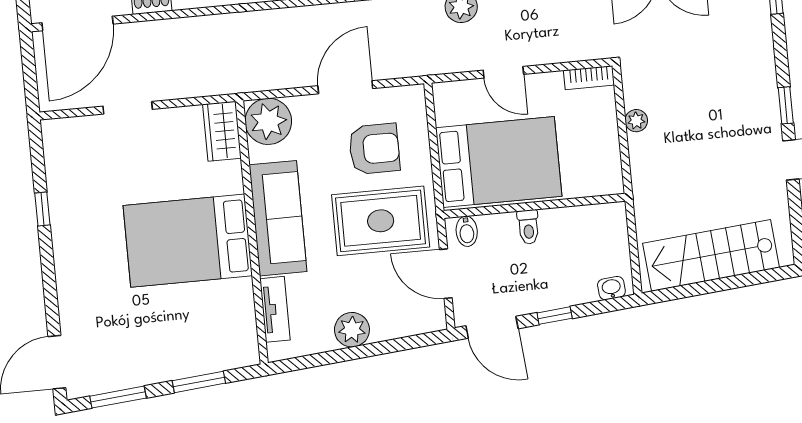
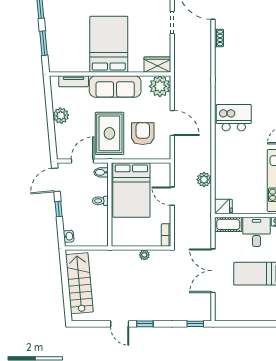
door: (503, 72) -> (172, 196), hinge flipped
armchair: (374, 149) -> (143, 134), turned 180

